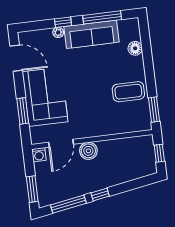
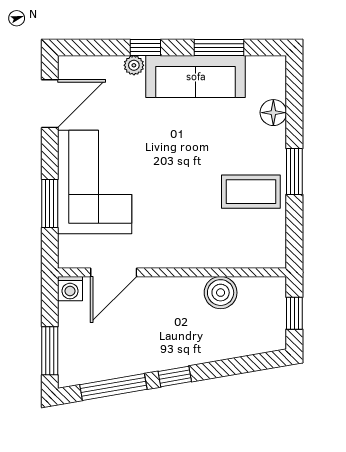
window: (102, 17) -> (219, 47), width x0.69
door: (16, 58) -> (50, 104), hinge flipped
window: (154, 110) -> (294, 171), moved
boiler: (88, 151) -> (221, 293), moved

